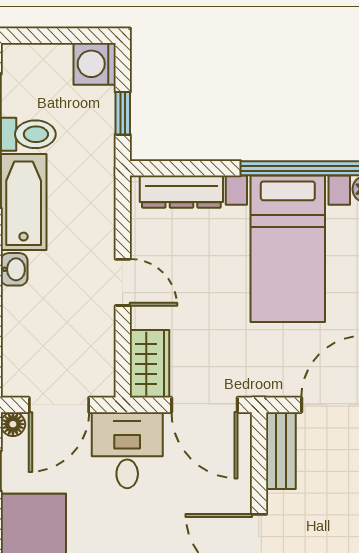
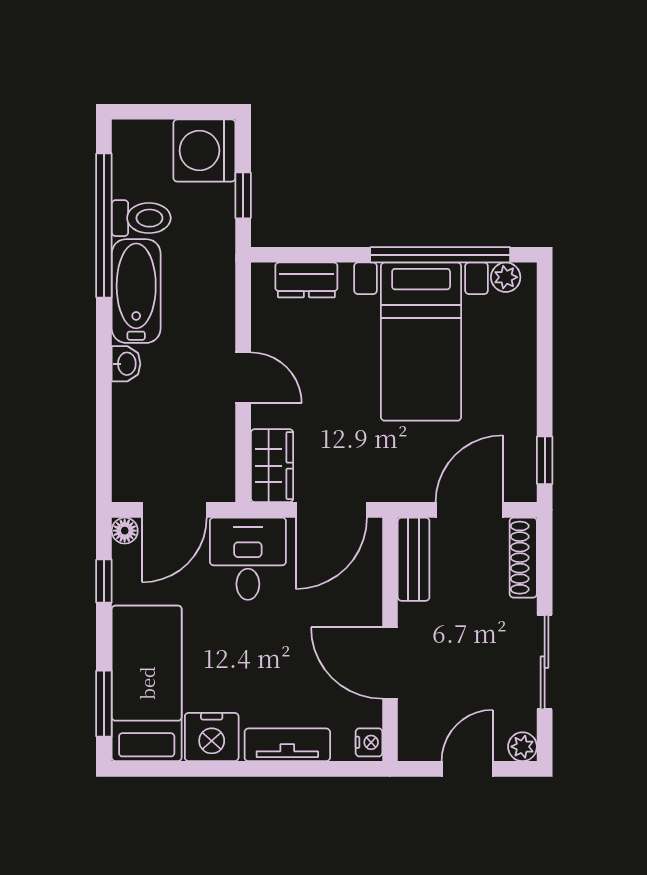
washing machine: (95, 64) -> (204, 150), width x1.37, depth x1.37
dresser: (181, 192) -> (306, 280), width x0.70
door: (204, 405) -> (331, 510), hinge flipped

